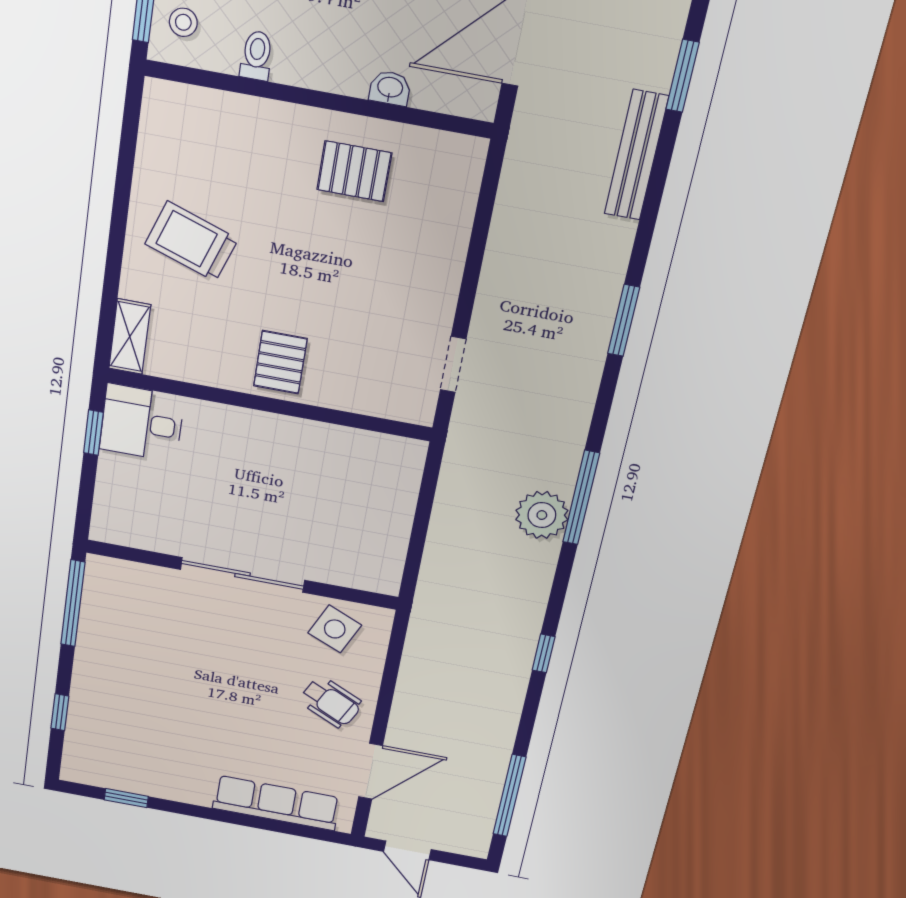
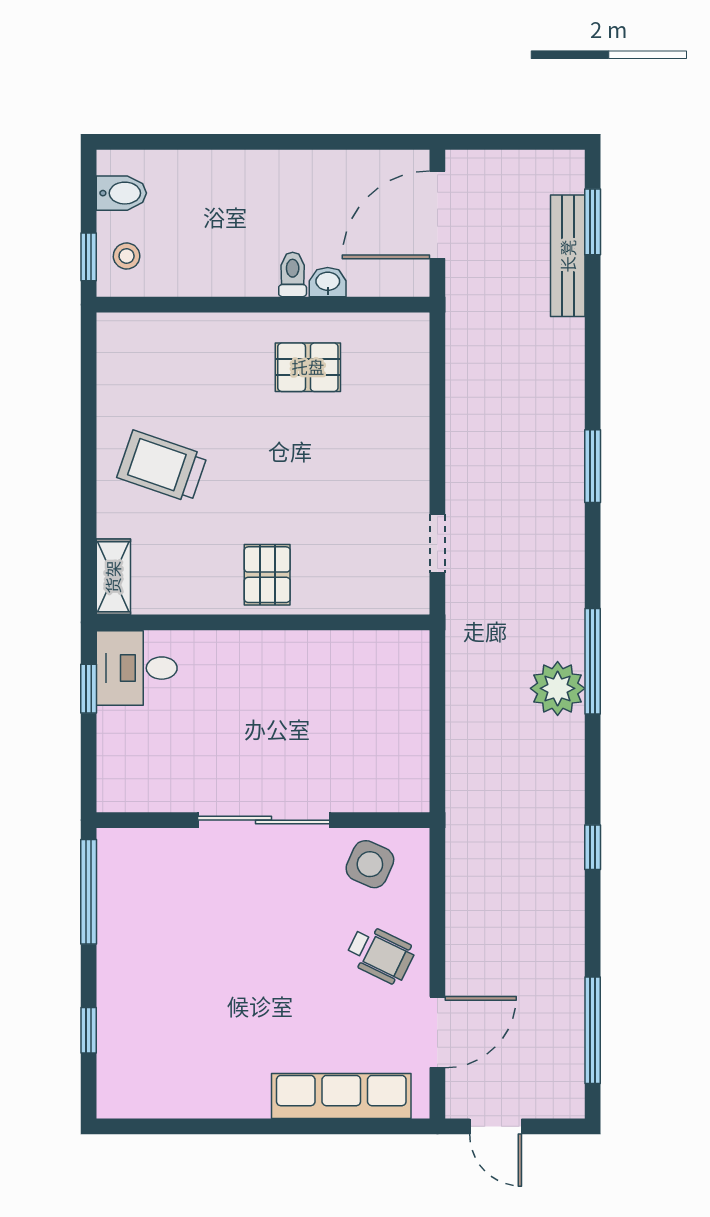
toilet: (257, 56) -> (293, 274), moved
bench: (636, 155) -> (568, 256), moved
window: (126, 798) -> (174, 1126), removed

